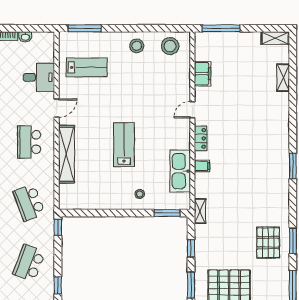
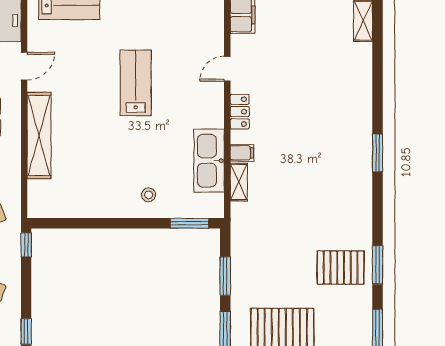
lab bench: (124, 145) -> (136, 83), moved
shelving: (200, 211) -> (239, 182), moved
pallet: (268, 243) -> (341, 268), turned 90
window: (191, 248) -> (225, 276), width x1.50

